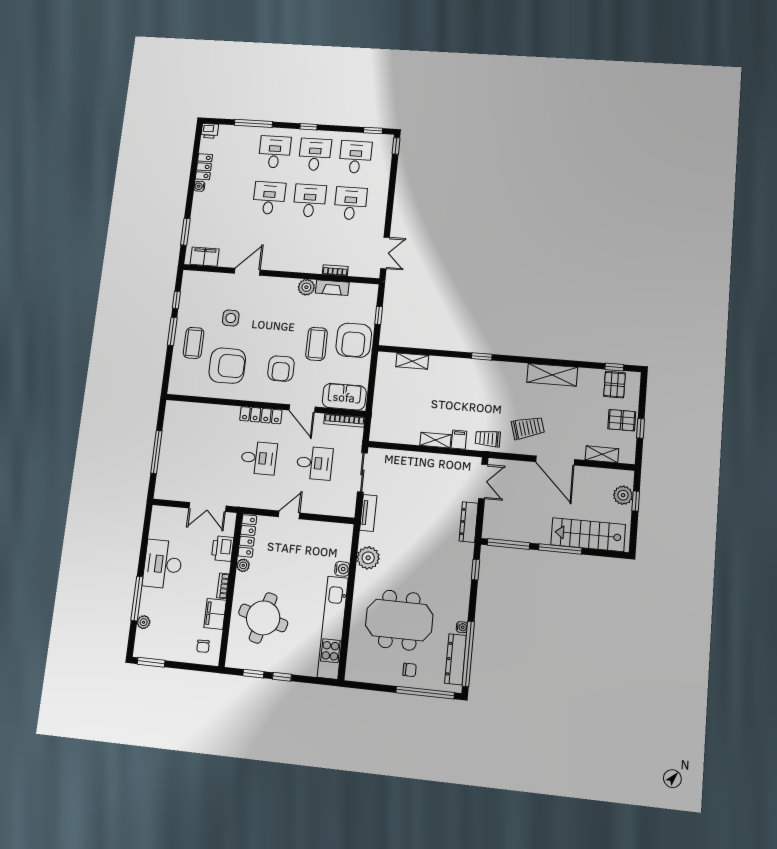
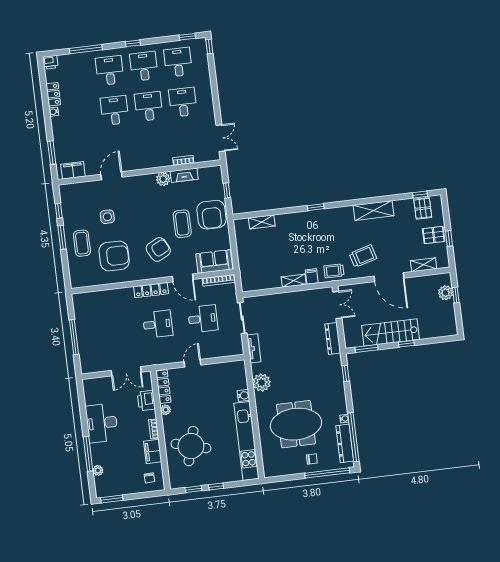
armchair: (281, 369) -> (158, 249), turned -118
stairs: (588, 535) -> (391, 333), moved
window: (508, 544) -> (367, 349), width x0.69
window: (560, 549) -> (406, 344), width x0.46

